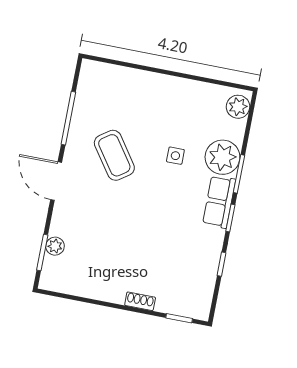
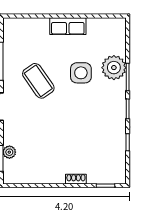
plant: (238, 107) -> (118, 30), removed
side table: (175, 156) -> (81, 73), width x1.87, depth x1.87
row of seats: (219, 202) -> (68, 26), moved, turned -90

